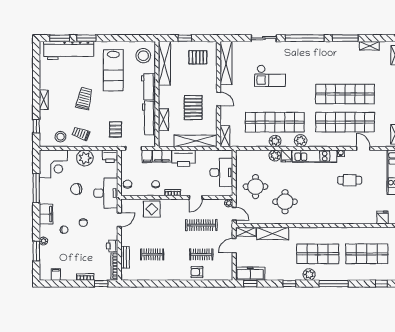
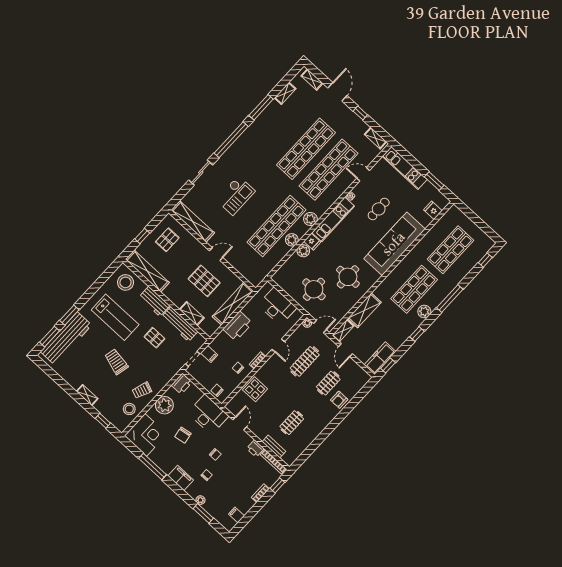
pallet: (116, 129) -> (154, 338), moved
shelving: (225, 136) -> (251, 277), removed
filing cabinet: (162, 156) -> (220, 342), removed
sofa: (336, 213) -> (394, 244), added

